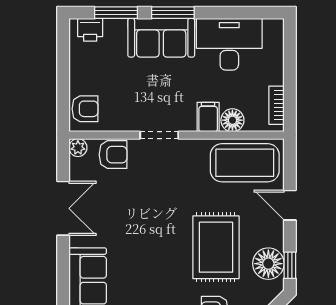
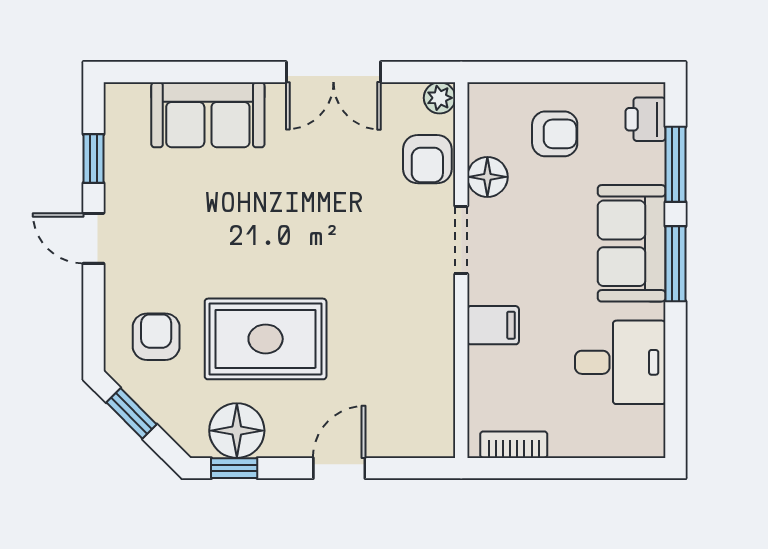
desk: (229, 44) -> (620, 362), width x0.73
armchair: (85, 109) -> (555, 134), moved, turned -90
floor lamp: (232, 120) -> (487, 177), moved
coffee table: (245, 163) -> (413, 389), removed

